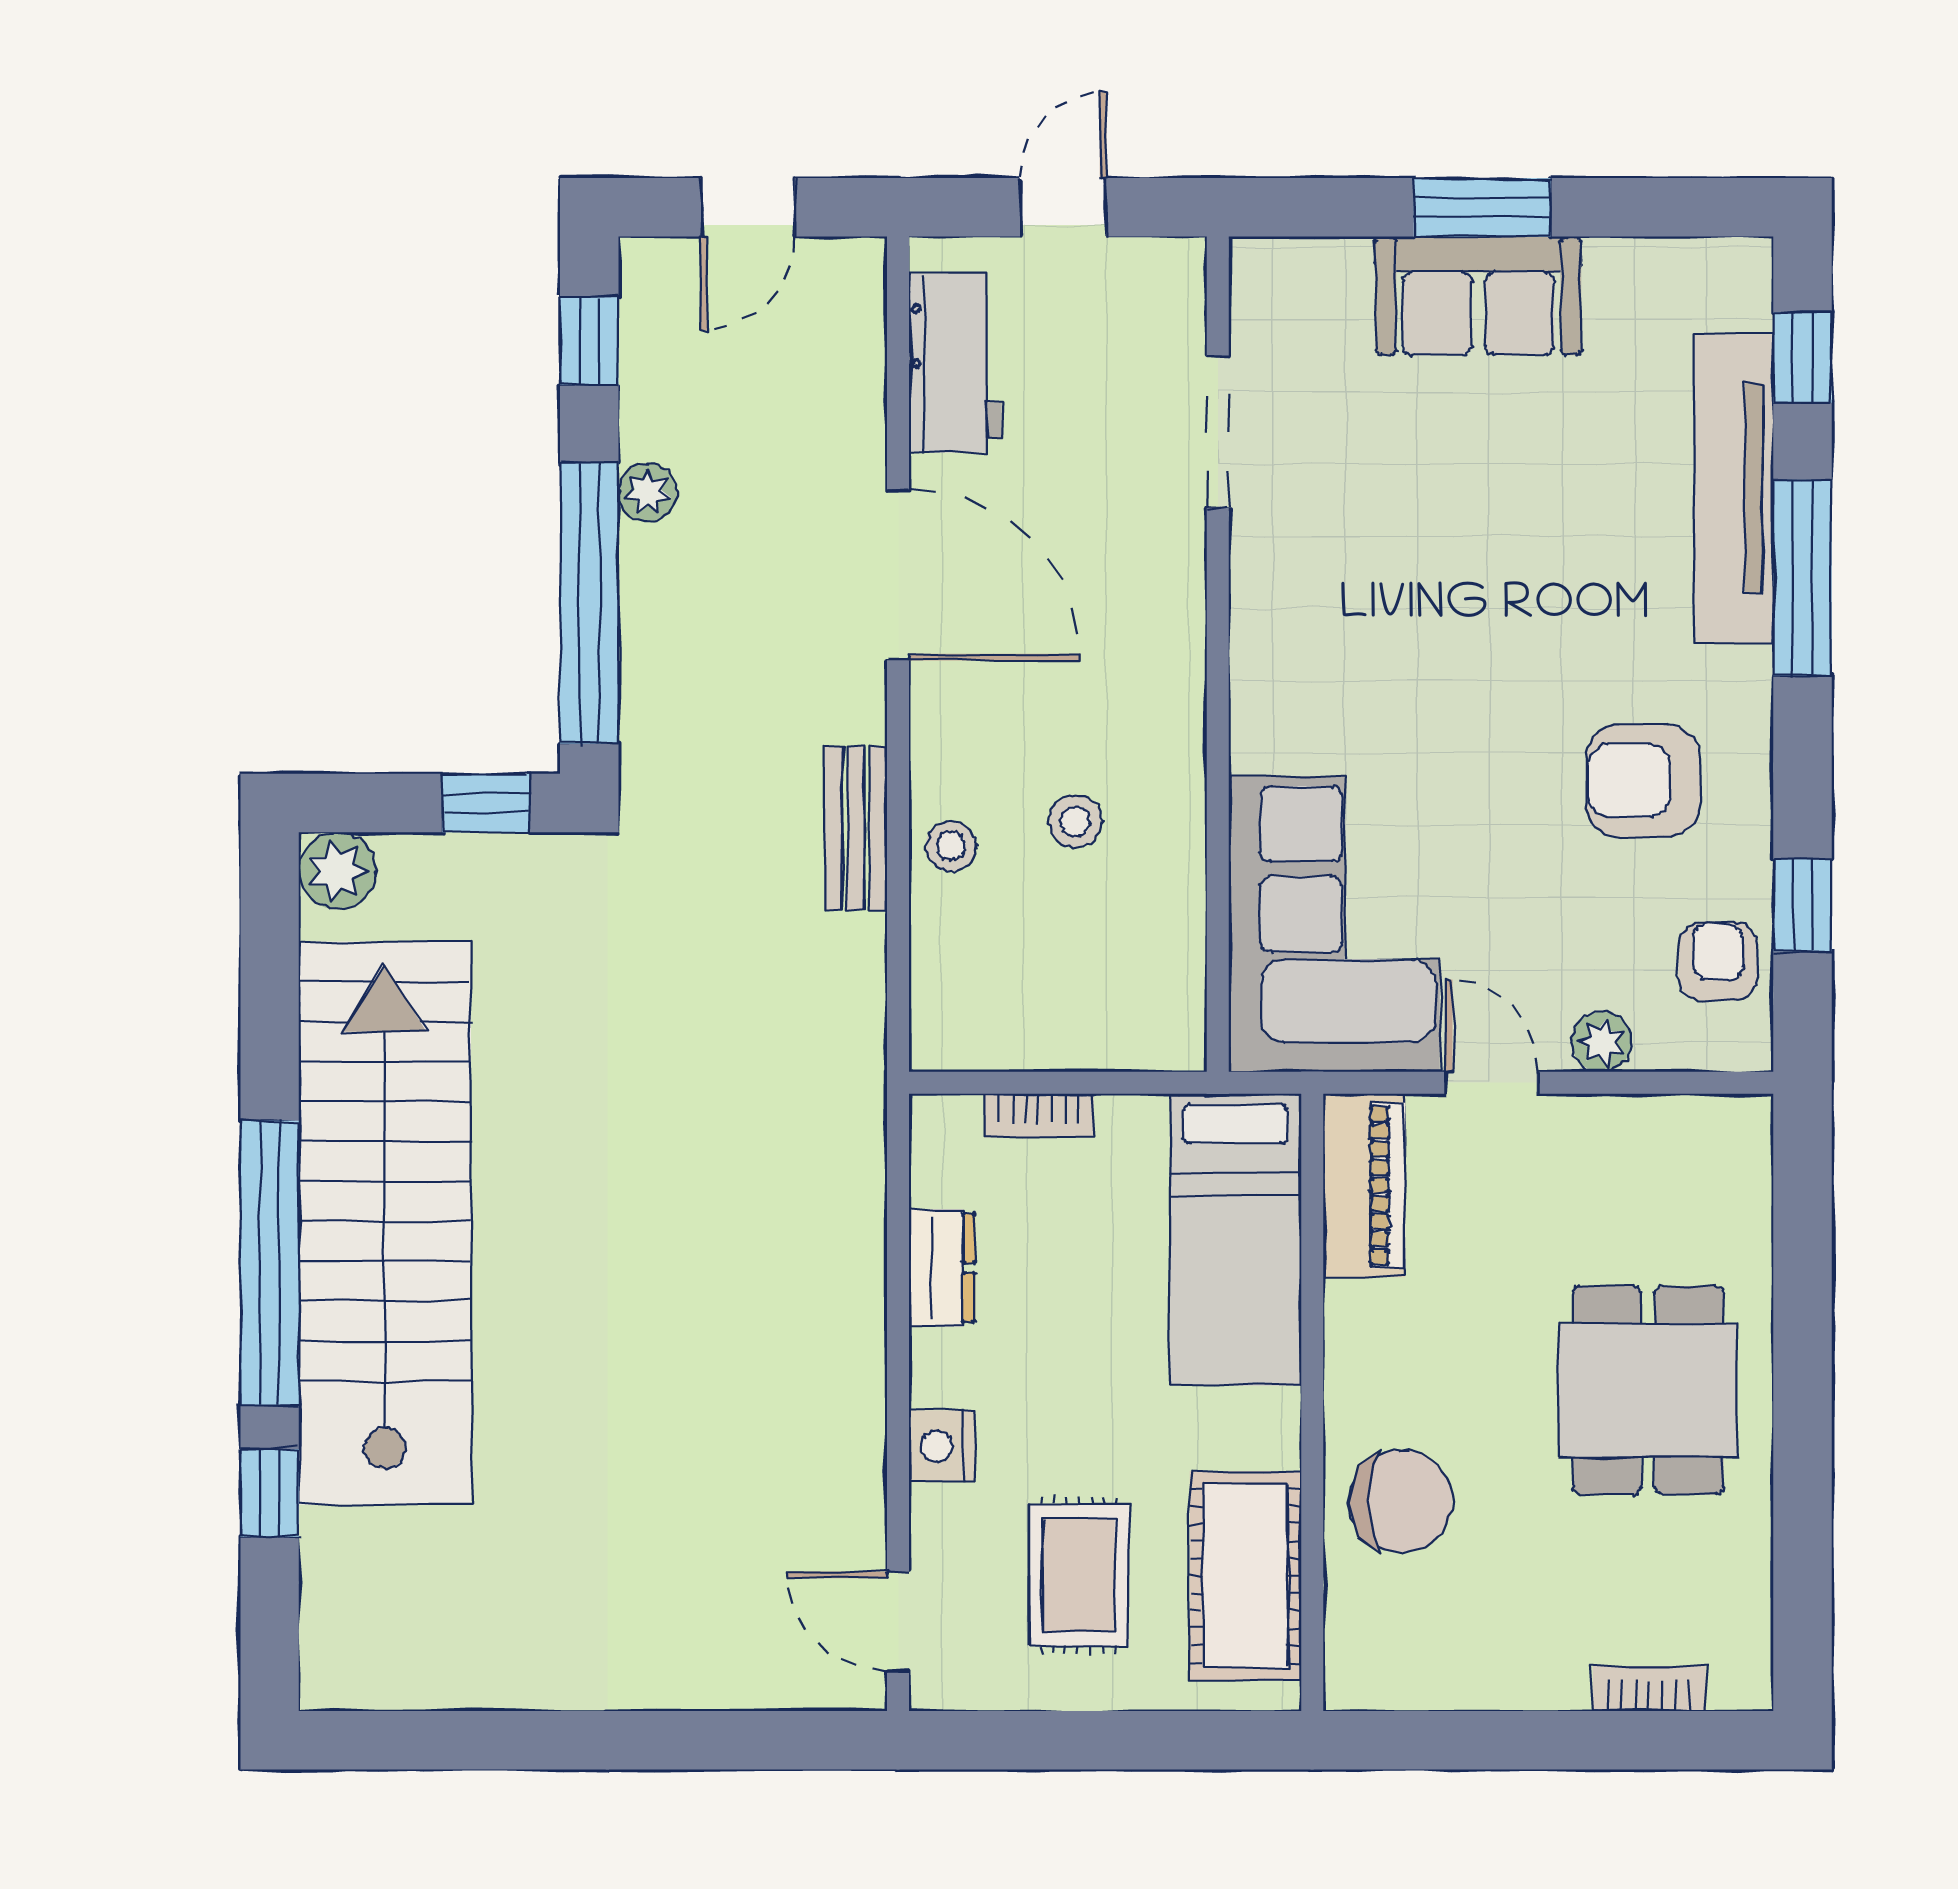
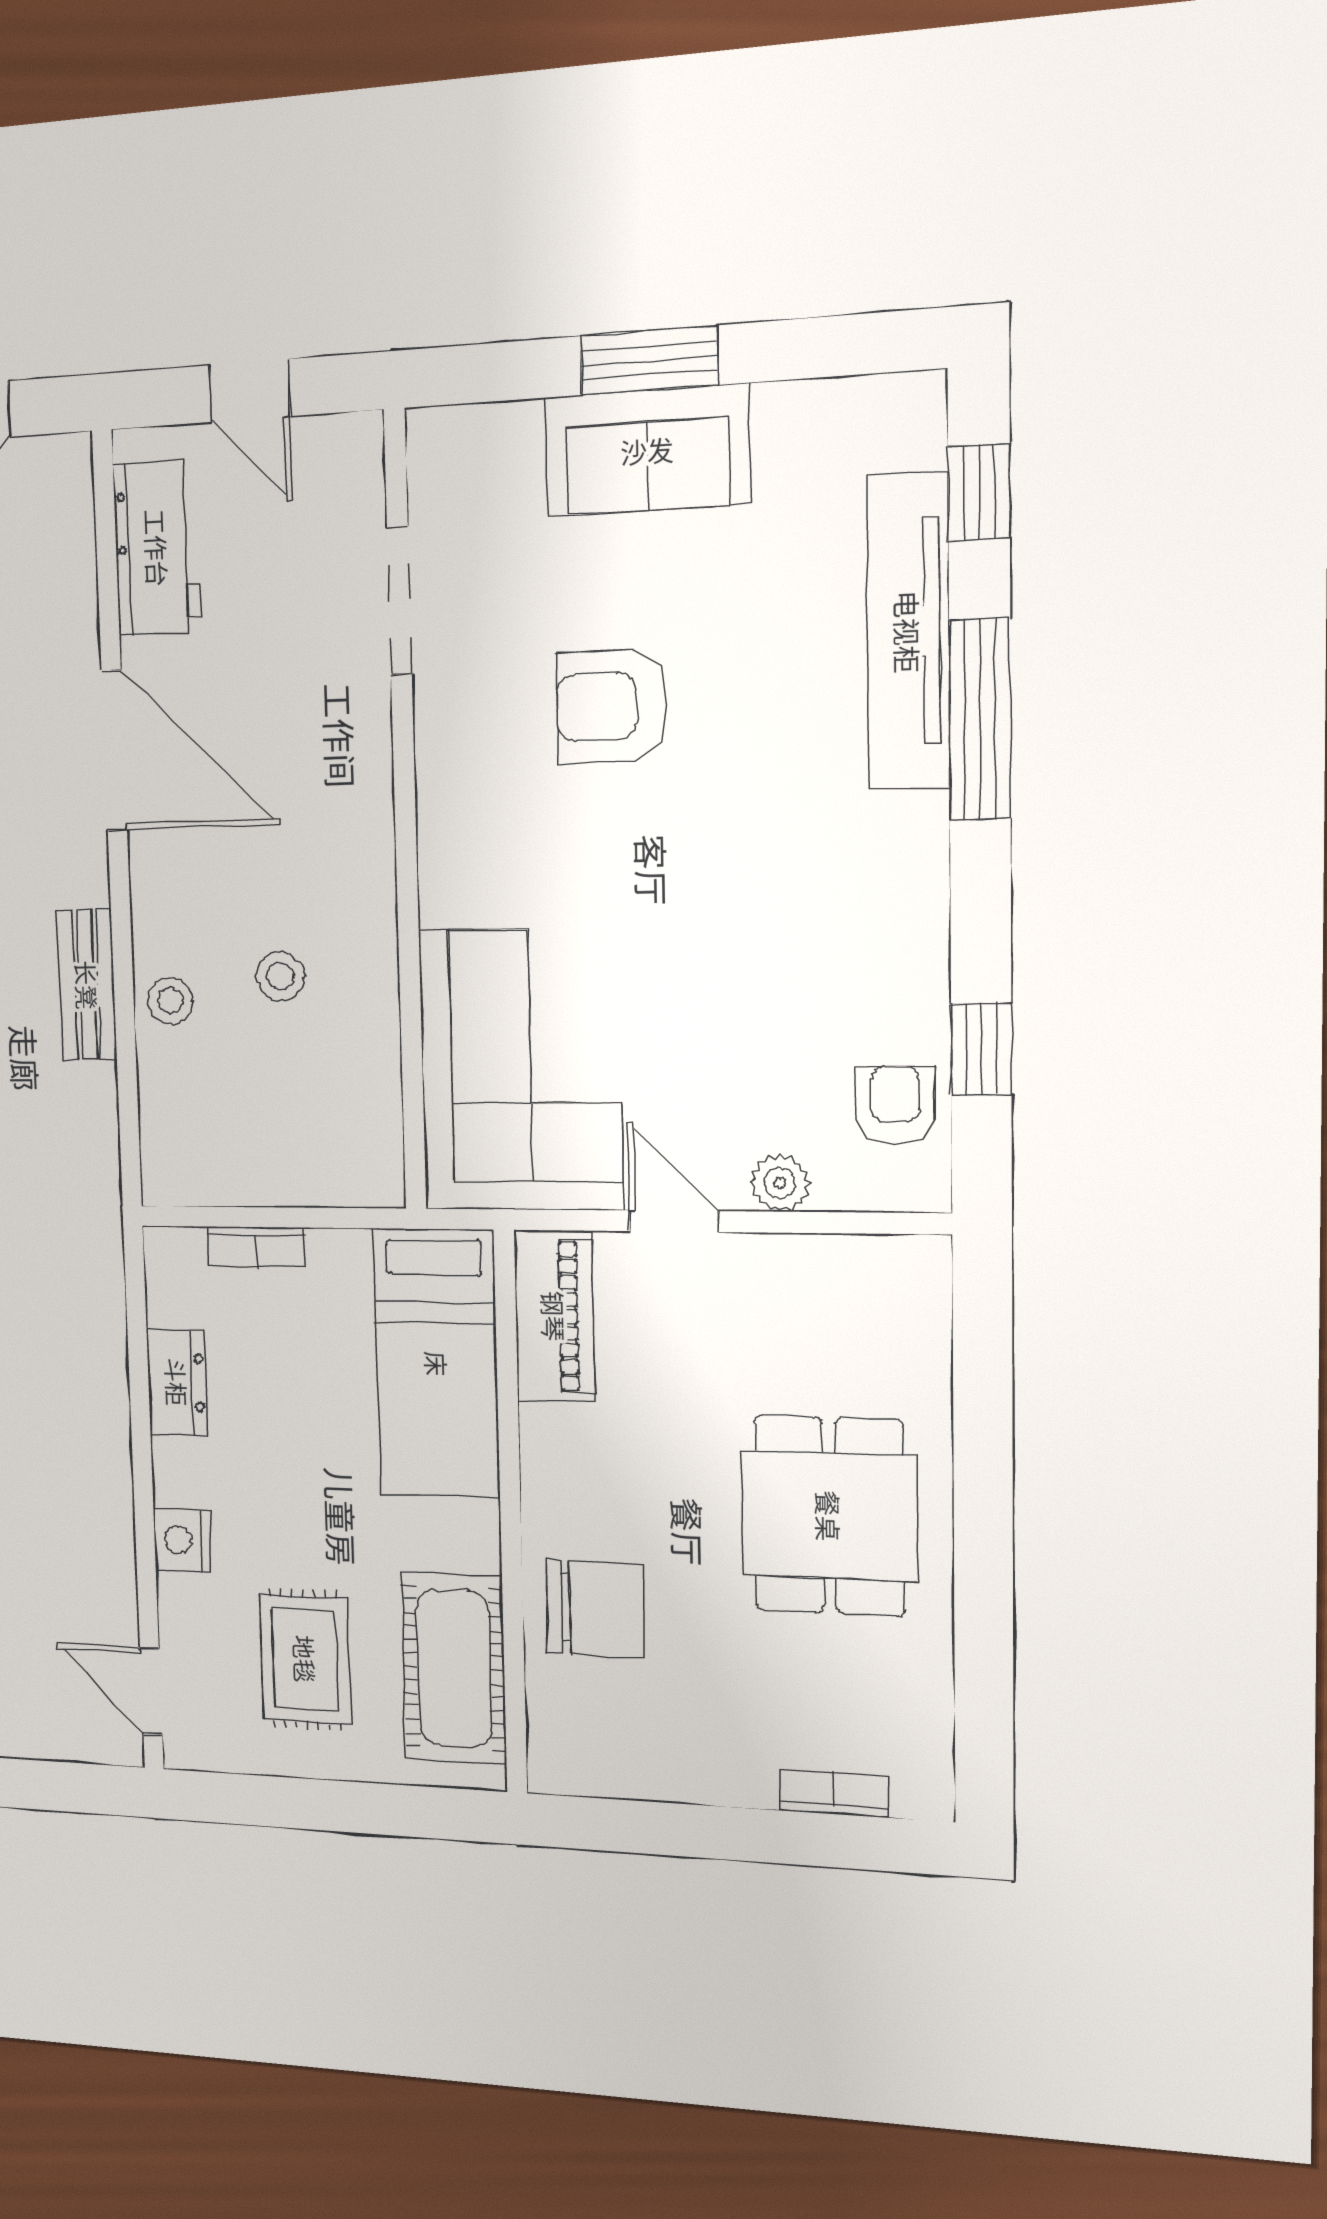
door: (1063, 207) -> (249, 391), swing flipped
armchair: (1643, 781) -> (612, 706), moved

